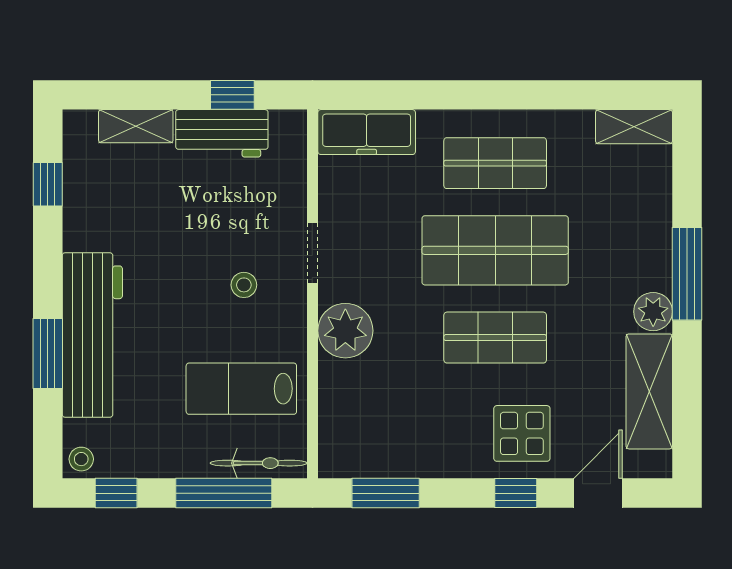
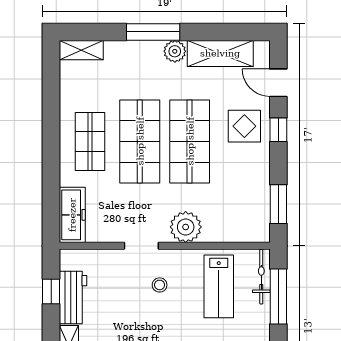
shelving: (634, 127) -> (81, 50), moved, turned 90
shop shelf: (495, 338) -> (190, 141), width x1.43, depth x1.36

